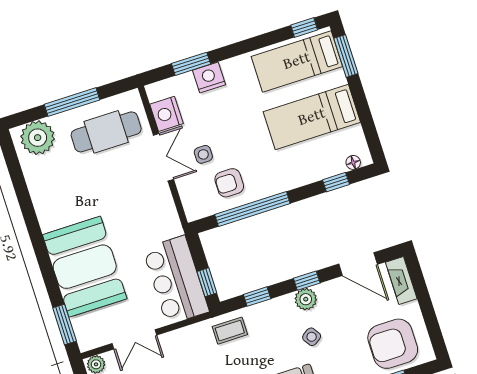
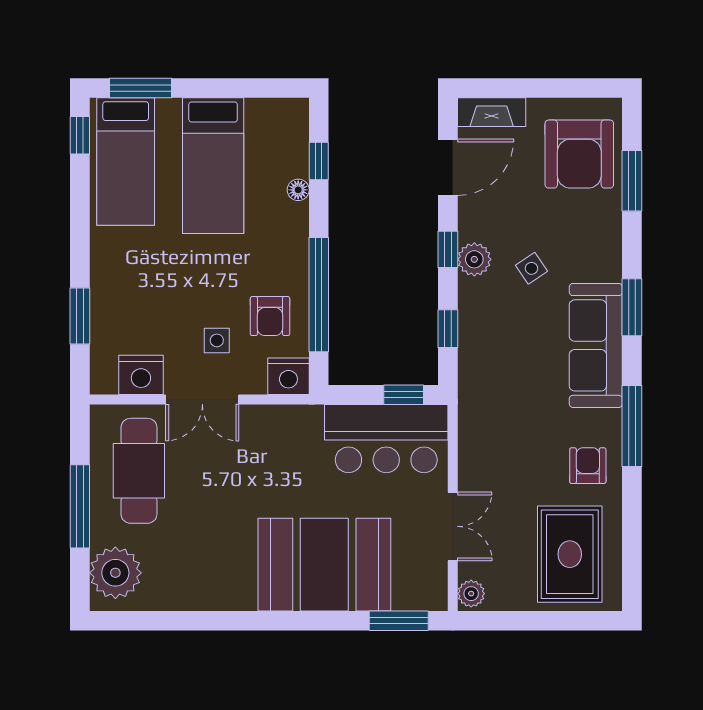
nightstand: (209, 77) -> (288, 376), moved, turned -90
double door: (163, 157) -> (202, 400), swing flipped
floor lamp: (353, 162) -> (298, 190), moved
coffee table: (230, 331) -> (484, 384), removed

